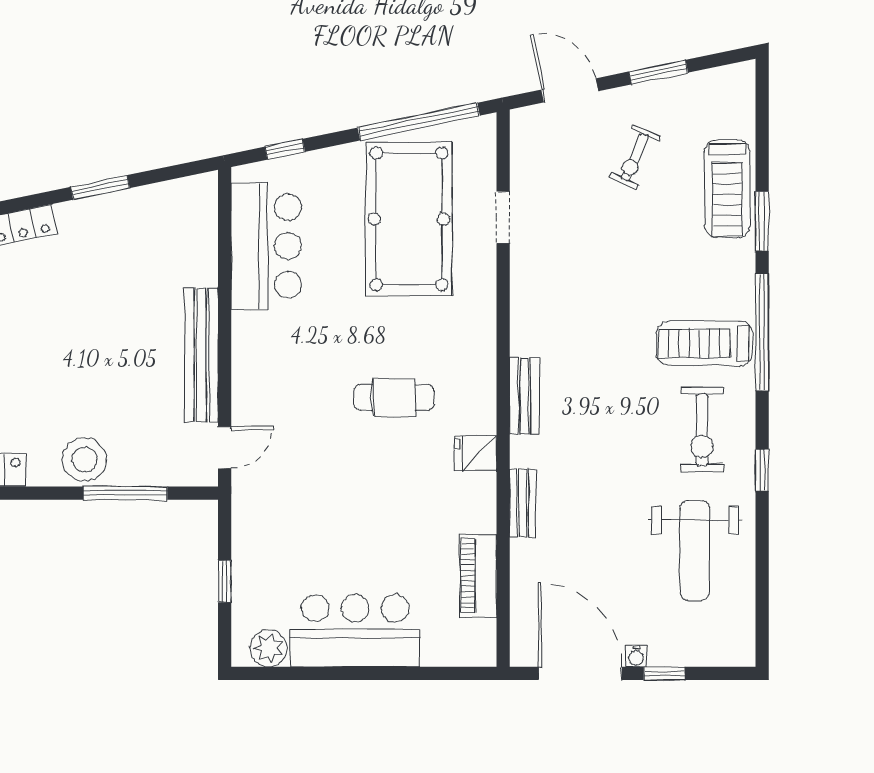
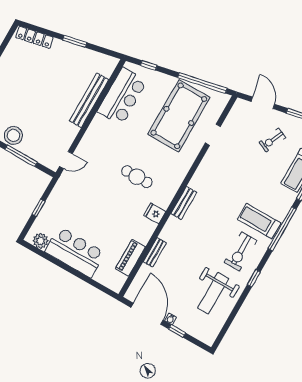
bench: (201, 355) -> (89, 100), moved
bench: (523, 503) -> (155, 252), moved

